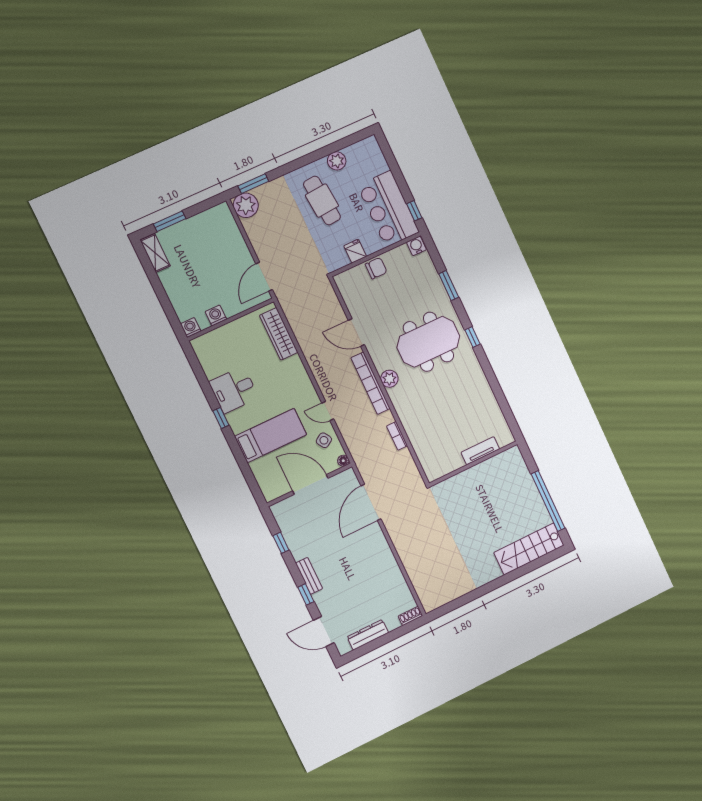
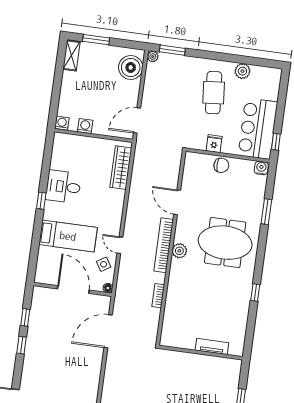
plant: (246, 205) -> (153, 57), width x0.53, depth x0.53
boiler: (223, 227) -> (131, 67), added
window: (472, 337) -> (255, 292), moved
bench: (309, 576) -> (30, 354), removed
window: (306, 594) -> (21, 345), moved

